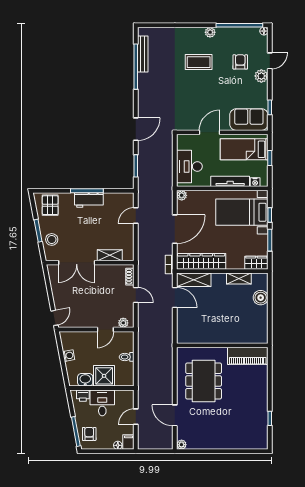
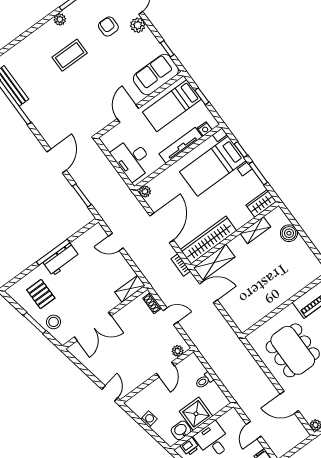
pallet: (50, 205) -> (41, 294), moved
door: (136, 216) -> (116, 242), hinge flipped
shelving: (110, 255) -> (130, 289), moved

